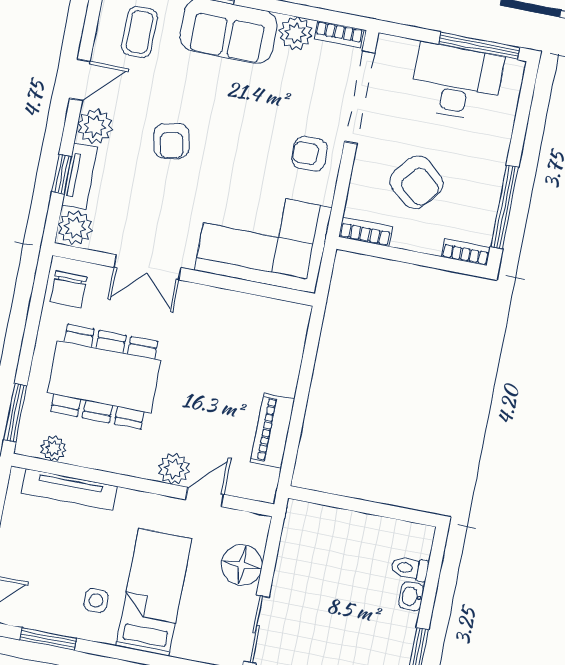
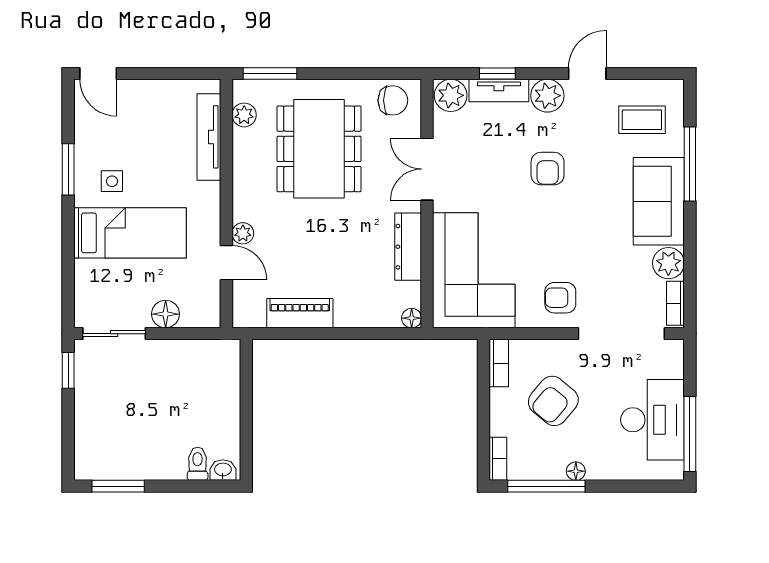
door: (80, 80) -> (587, 74), swing flipped
armchair: (171, 141) -> (548, 169), turned -79
armchair: (310, 154) -> (560, 298), turned -90
floor lamp: (495, 173) -> (576, 471), added
chair: (68, 289) -> (393, 100), turned 180
dresser: (225, 303) -> (408, 247), added
floor lamp: (301, 314) -> (412, 318), added
plant: (174, 469) -> (243, 233), width x0.73, depth x0.73
floor lamp: (242, 565) -> (166, 314), width x0.73, depth x0.73
washbasin: (411, 596) -> (223, 470), moved
window: (48, 639) -> (68, 169), moved

